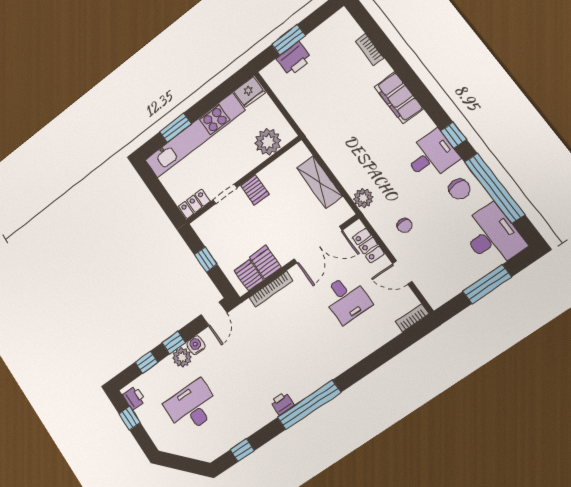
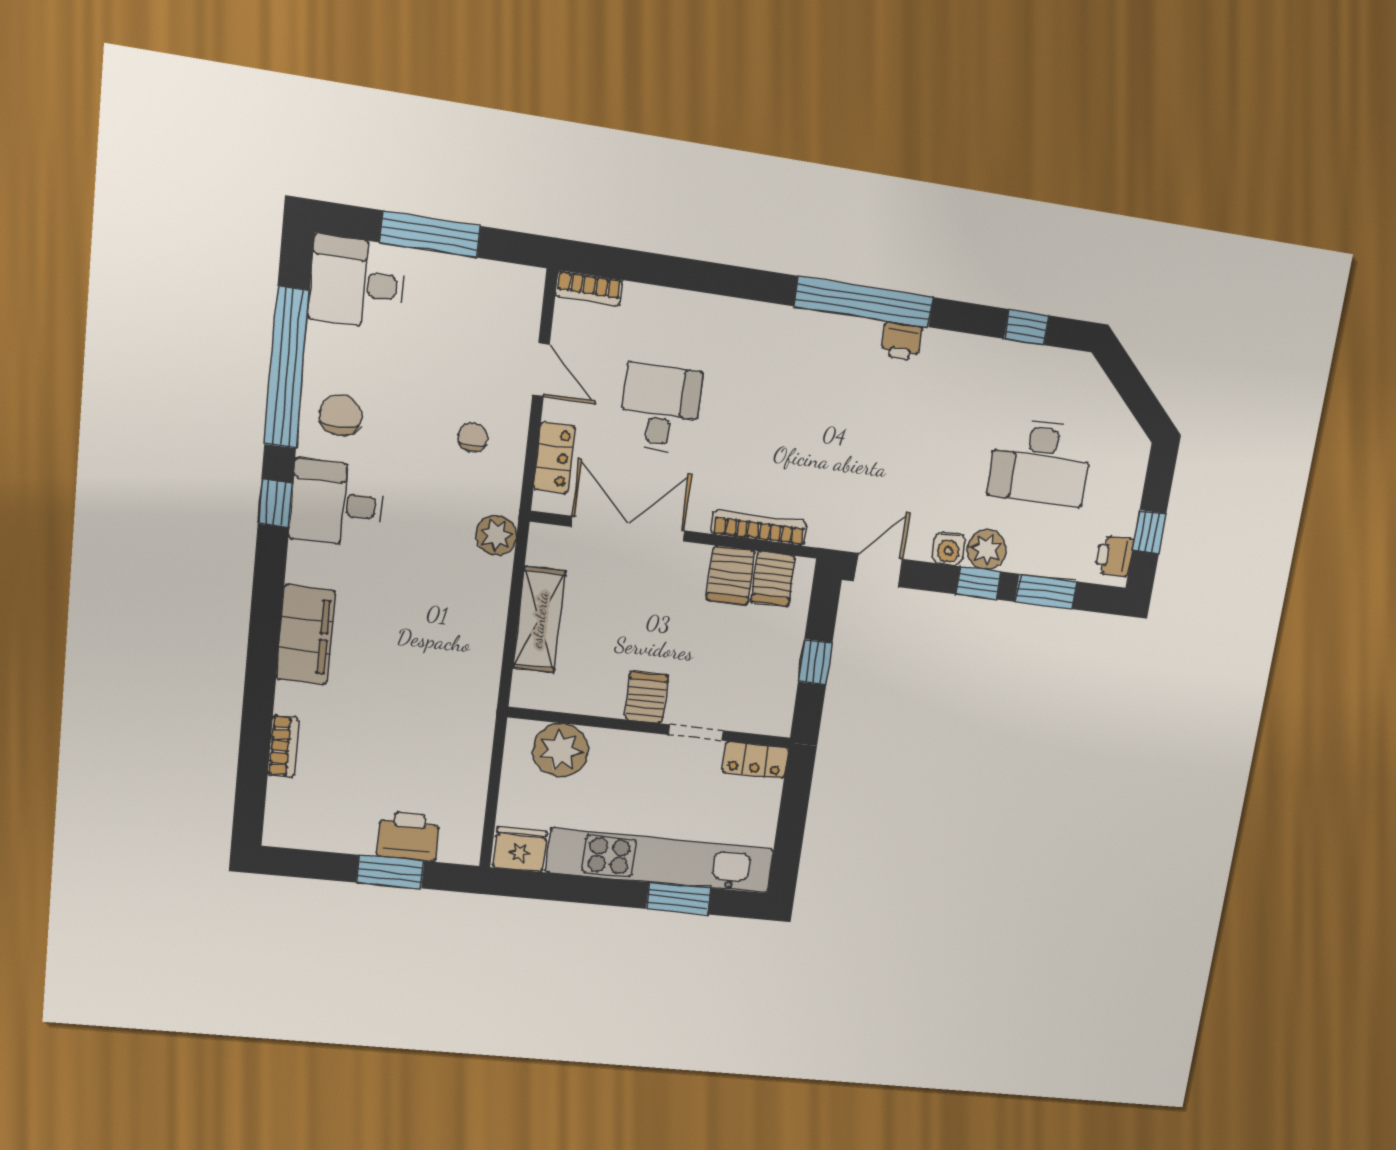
desk: (493, 236) -> (357, 283), width x0.73
window: (147, 362) -> (1046, 592), width x1.50

